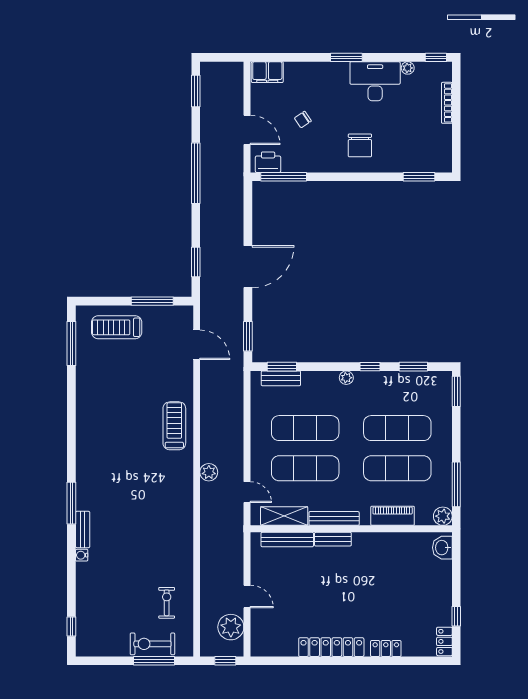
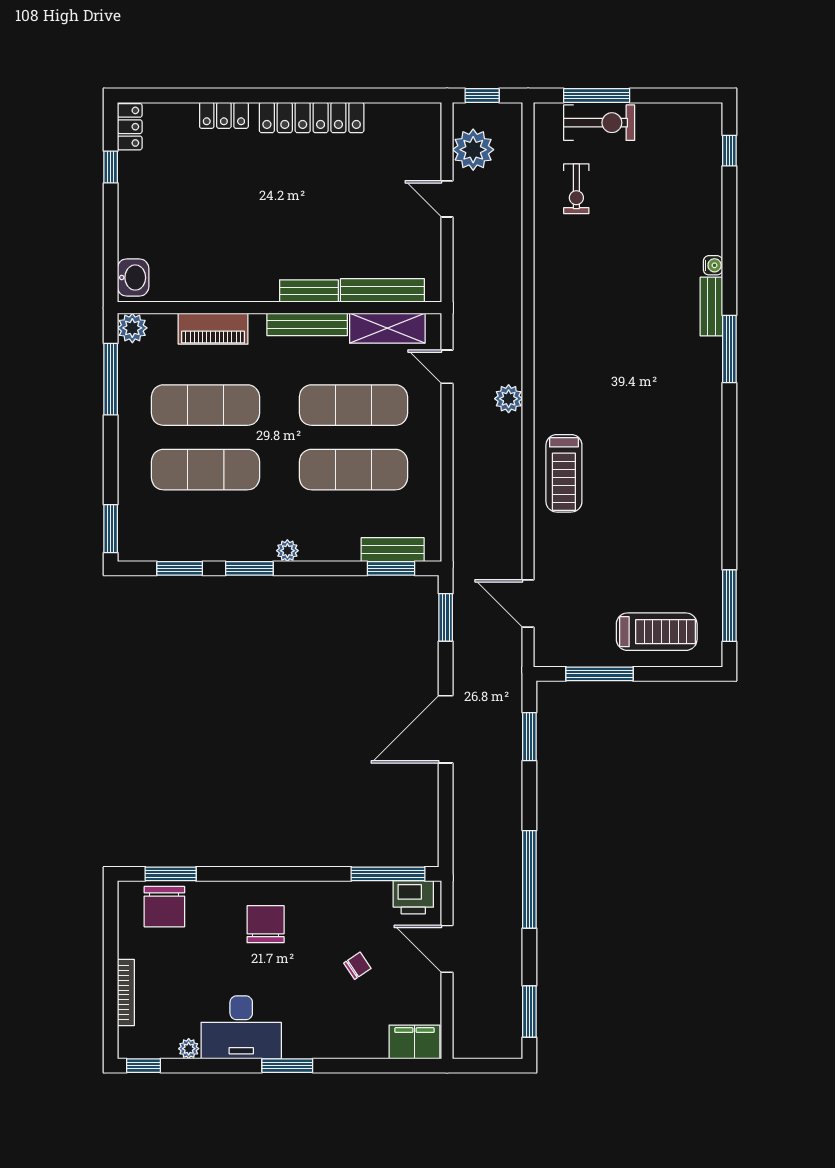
chair: (423, 156) -> (164, 907), added
window: (370, 367) -> (249, 568), width x1.50

